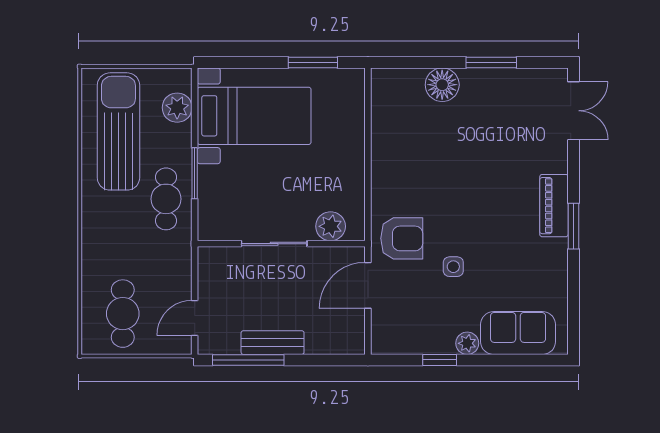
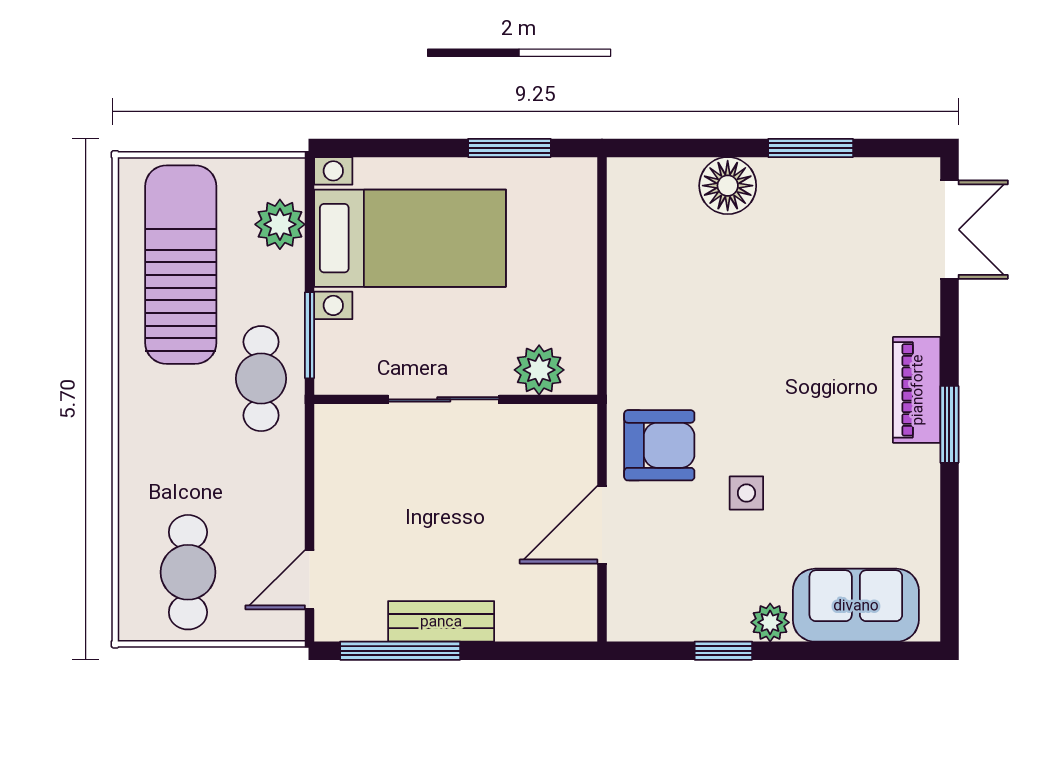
plant: (331, 226) -> (539, 370), moved
sliding door: (274, 244) -> (444, 399), moved
wall: (281, 244) -> (456, 399), moved

